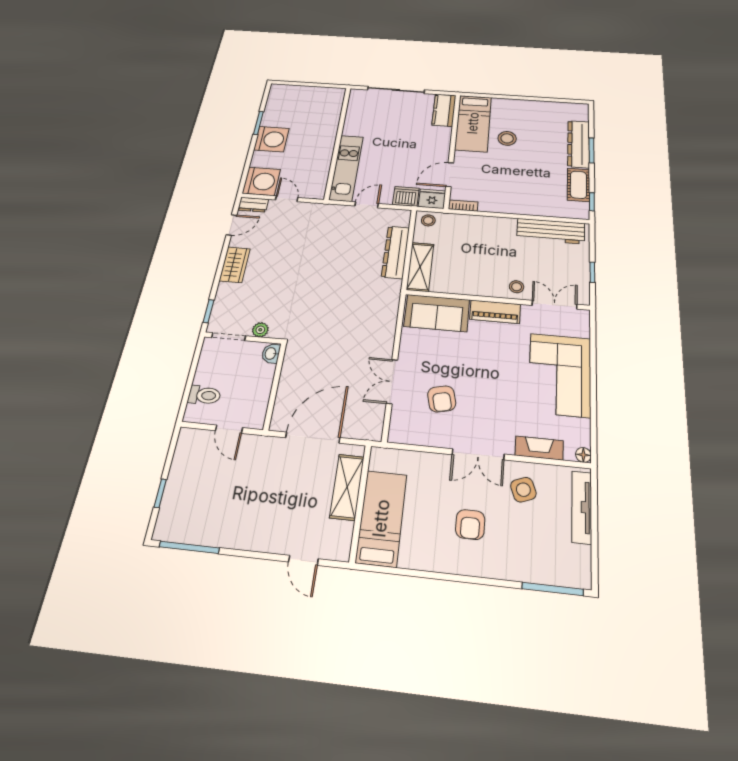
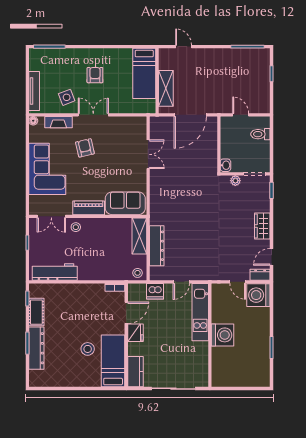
washing machine: (271, 139) -> (222, 335), moved, turned 180
fridge: (432, 199) -> (135, 333), moved, turned -90
armchair: (442, 399) -> (85, 148), moved

